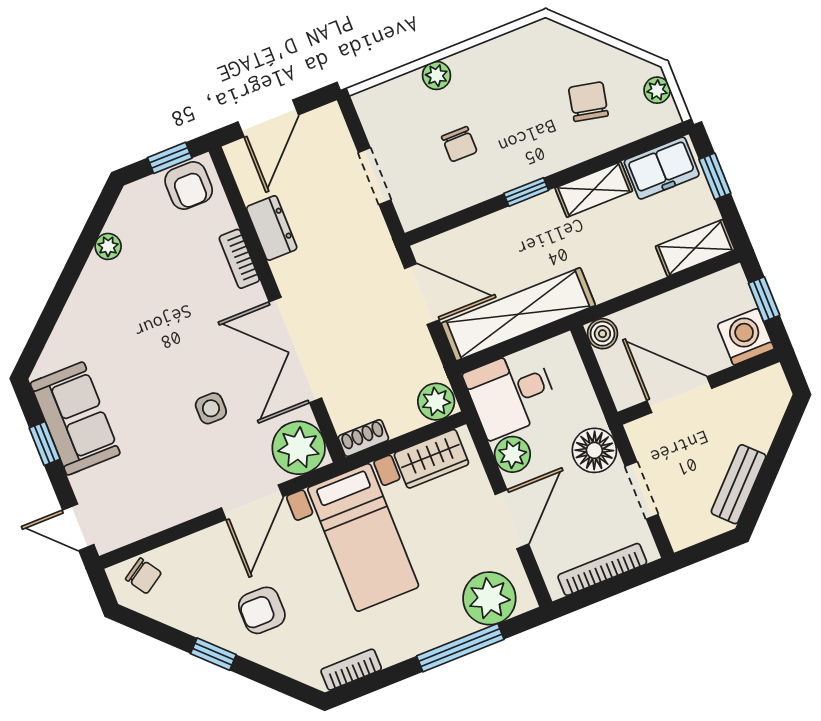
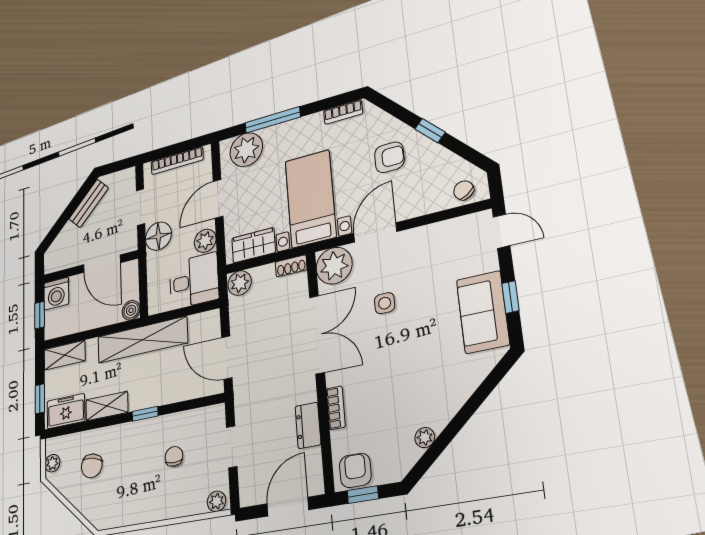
plant: (437, 75) -> (217, 501), moved
shelving: (518, 314) -> (142, 340), moved

